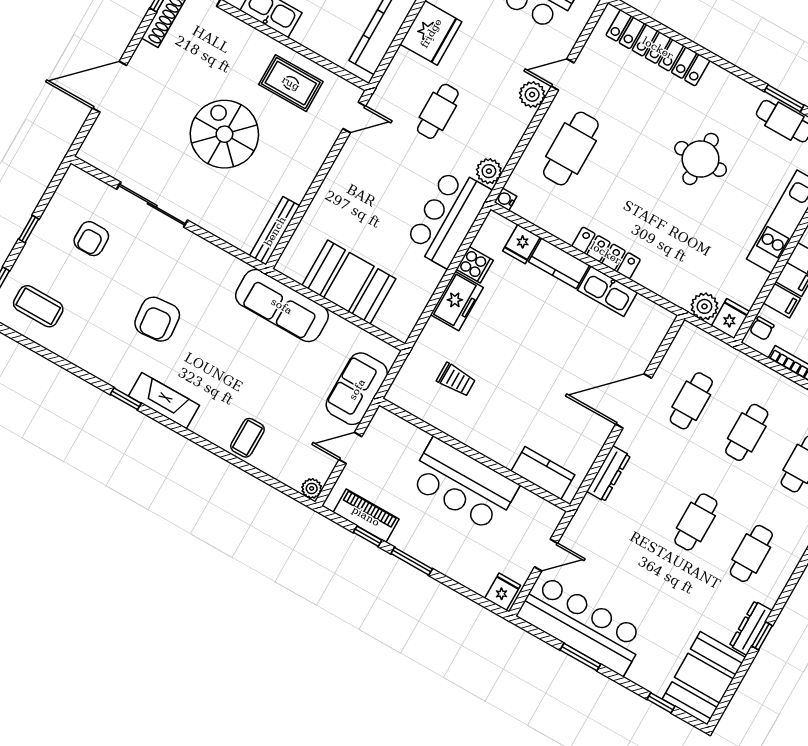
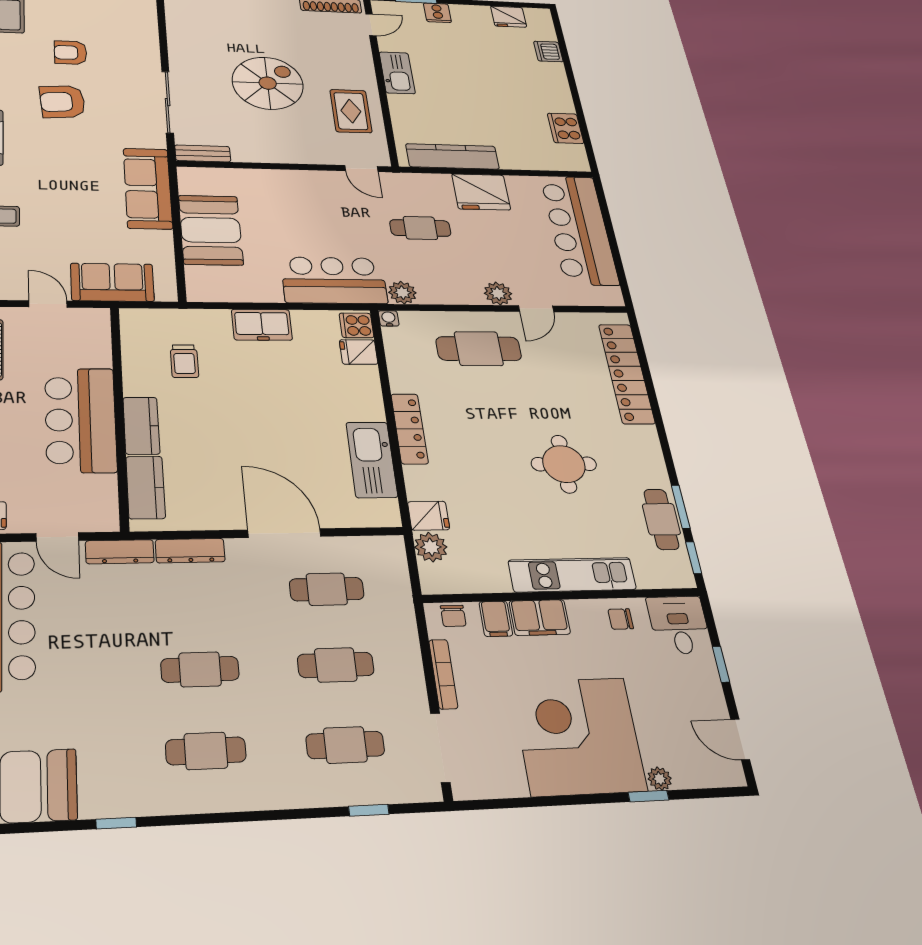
door: (563, 74) -> (536, 309), swing flipped
sliding door: (152, 205) -> (168, 102), moved
bench: (275, 231) -> (203, 153), width x0.73
armchair: (91, 239) -> (71, 53), moved
kitchen counter: (559, 263) -> (141, 426), moved, turned 180
cooker: (475, 265) -> (356, 325), moved, turned 90
kitchen sink: (607, 291) -> (372, 460), width x1.36, depth x1.24
fridge: (731, 319) -> (429, 516), moved
chair: (762, 329) -> (453, 616), turned -90
dresser: (751, 628) -> (120, 552), moved, turned 180

